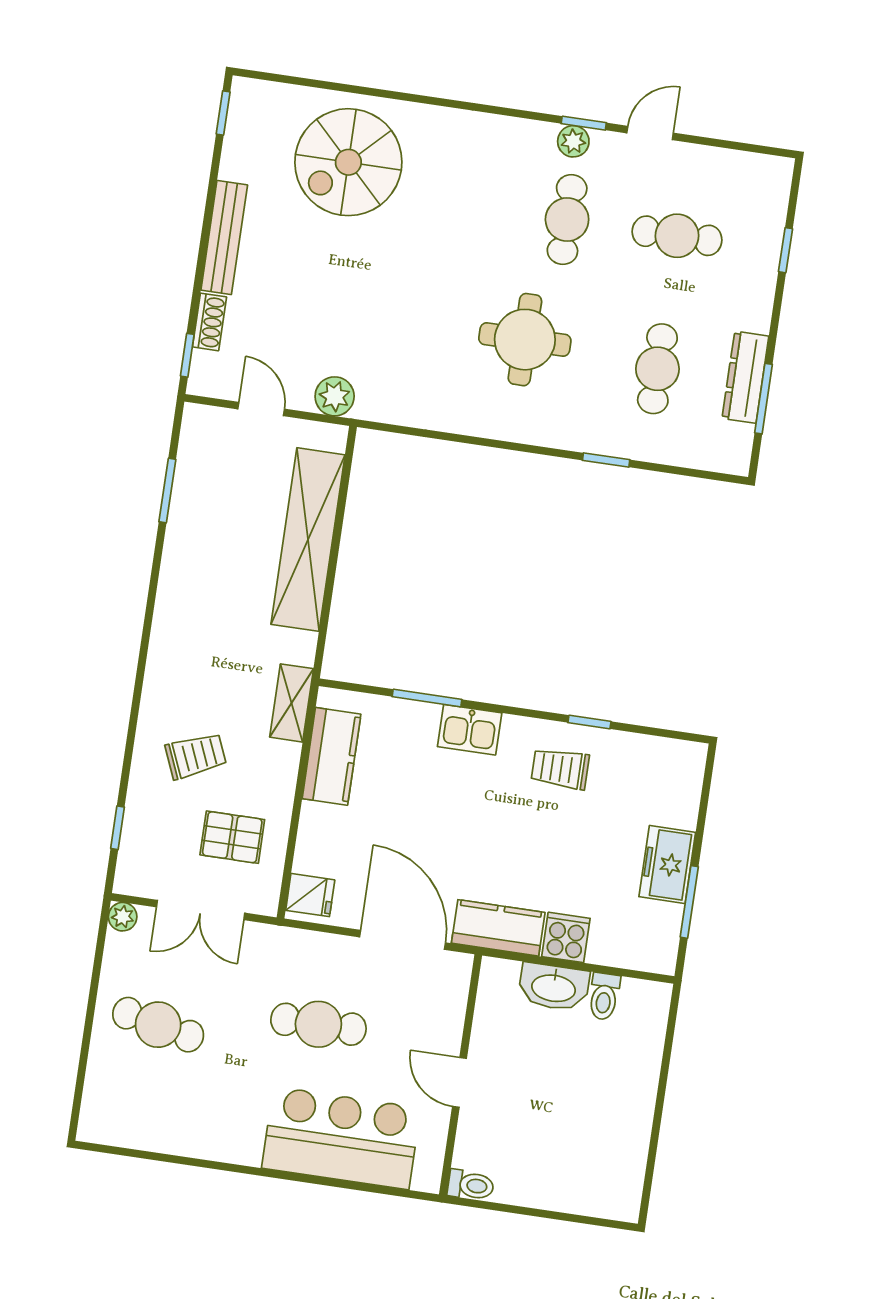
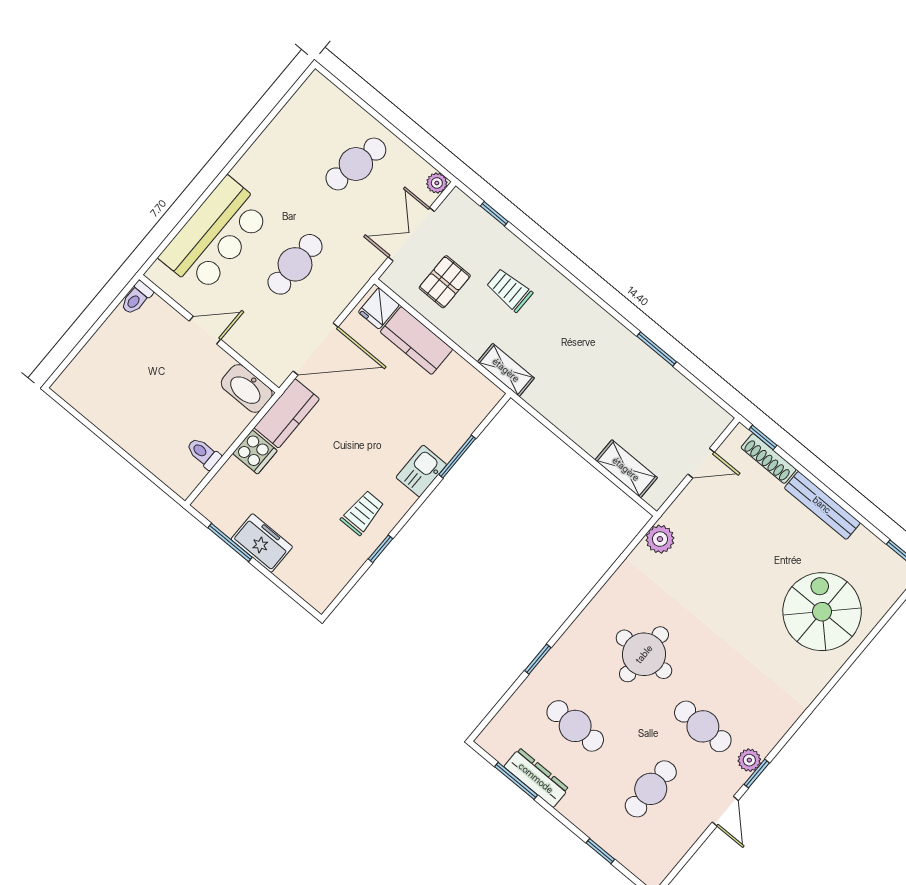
shoe rack: (209, 322) -> (769, 459), width x1.43
plant: (335, 396) -> (660, 539), moved
window: (167, 491) -> (657, 349), moved
shelving: (308, 540) -> (626, 469), width x0.45, depth x0.75
trolley: (196, 756) -> (509, 290), turned 113
kitchen counter: (332, 756) -> (416, 341), moved
washbasin: (554, 987) -> (247, 388), moved, turned -90

